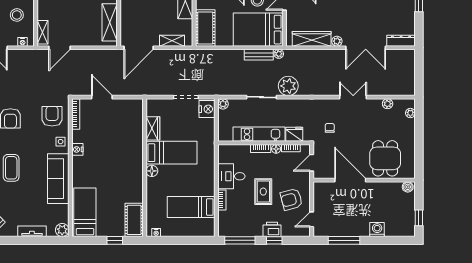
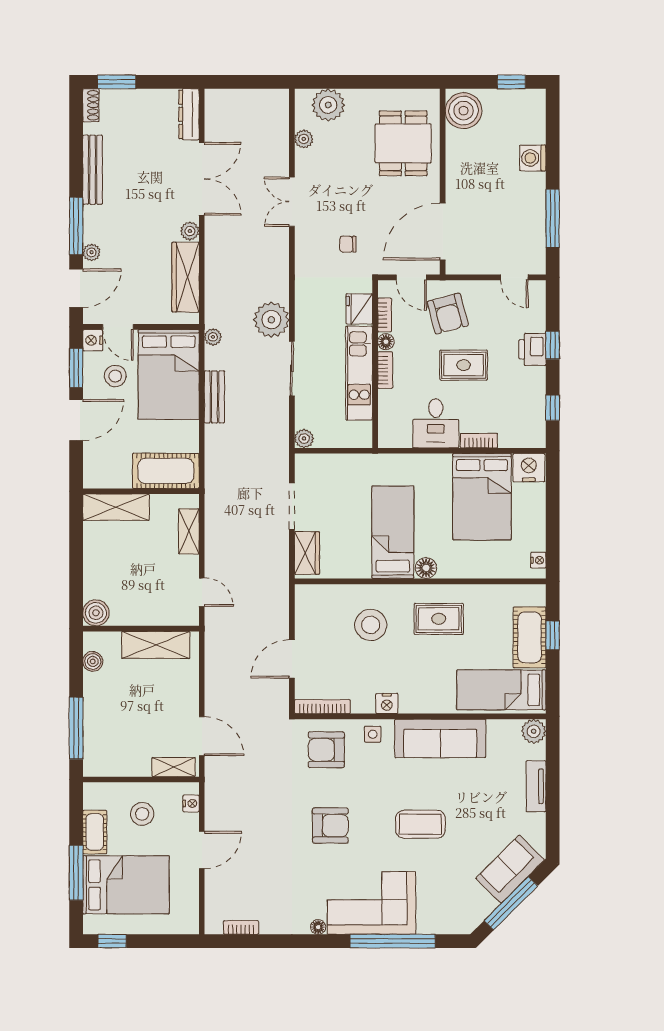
door: (139, 48) -> (202, 592), width x0.53
bench: (259, 55) -> (214, 397), moved
nightstand: (207, 109) -> (529, 468), moved
plant: (410, 113) -> (328, 105), width x1.87, depth x1.87
wardrobe: (153, 128) -> (307, 553), moved, turned 90
stool: (121, 141) -> (371, 625), added
dining table: (385, 158) -> (403, 143), turned 90
rug: (124, 178) -> (439, 619), added
door: (350, 180) -> (443, 232), moved
boiler: (408, 187) -> (464, 111), width x1.86, depth x1.86
armchair: (291, 199) -> (448, 314), moved
bed: (191, 207) -> (482, 497), width x1.50
cot: (134, 220) -> (530, 637), moved, turned 90
window: (240, 240) -> (553, 408), width x0.46

